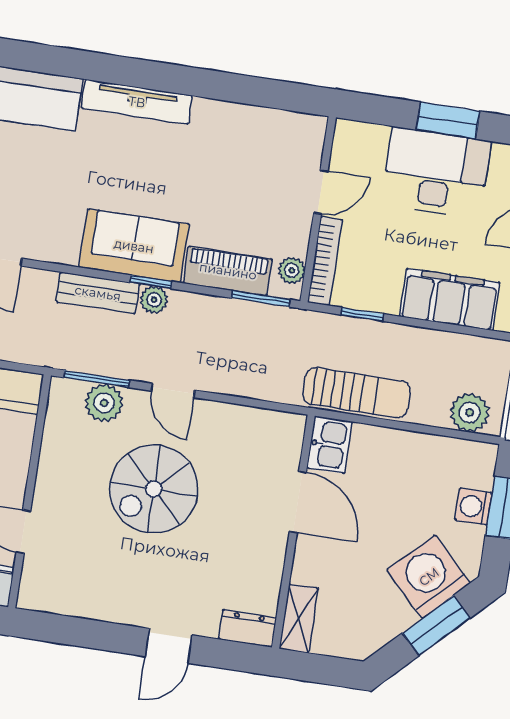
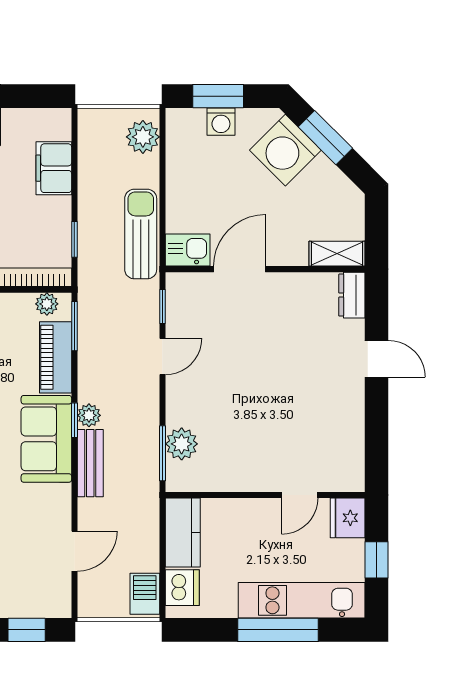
filing cabinet: (450, 299) -> (54, 168), width x0.67, depth x0.86
door: (173, 390) -> (162, 356), moved
window: (268, 405) -> (162, 307), added
spiral stairs: (154, 489) -> (247, 391), removed

